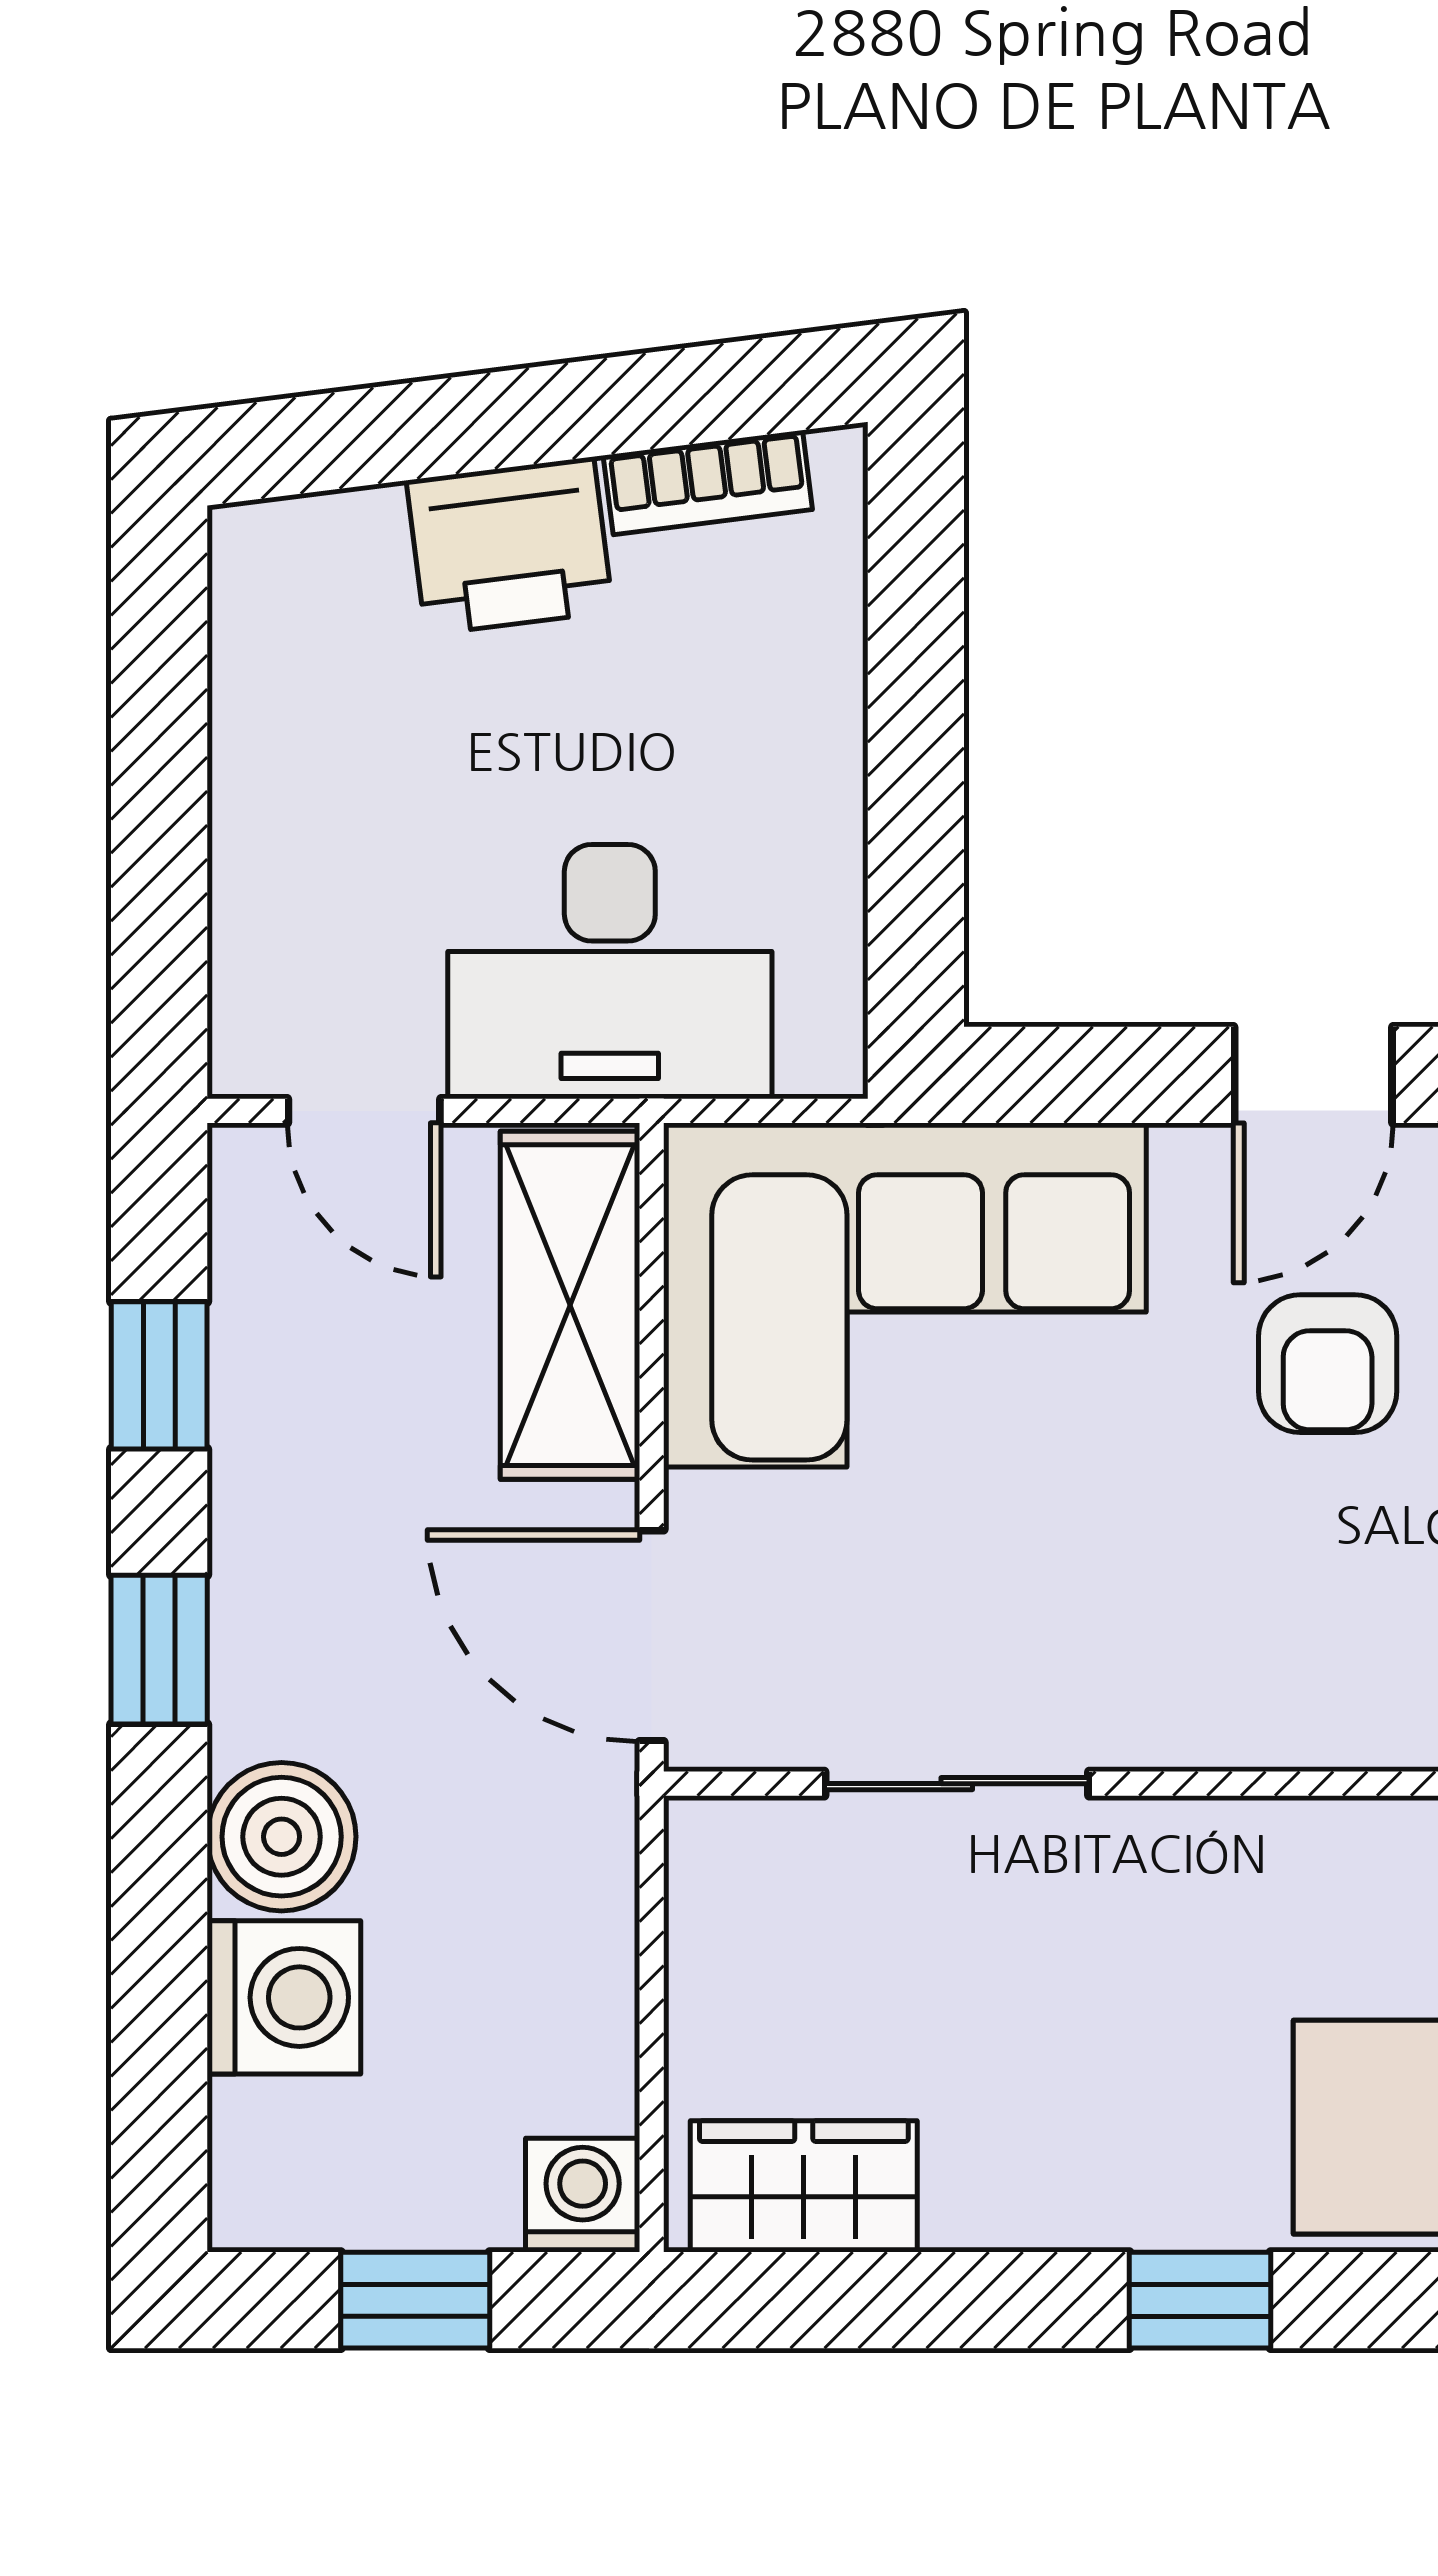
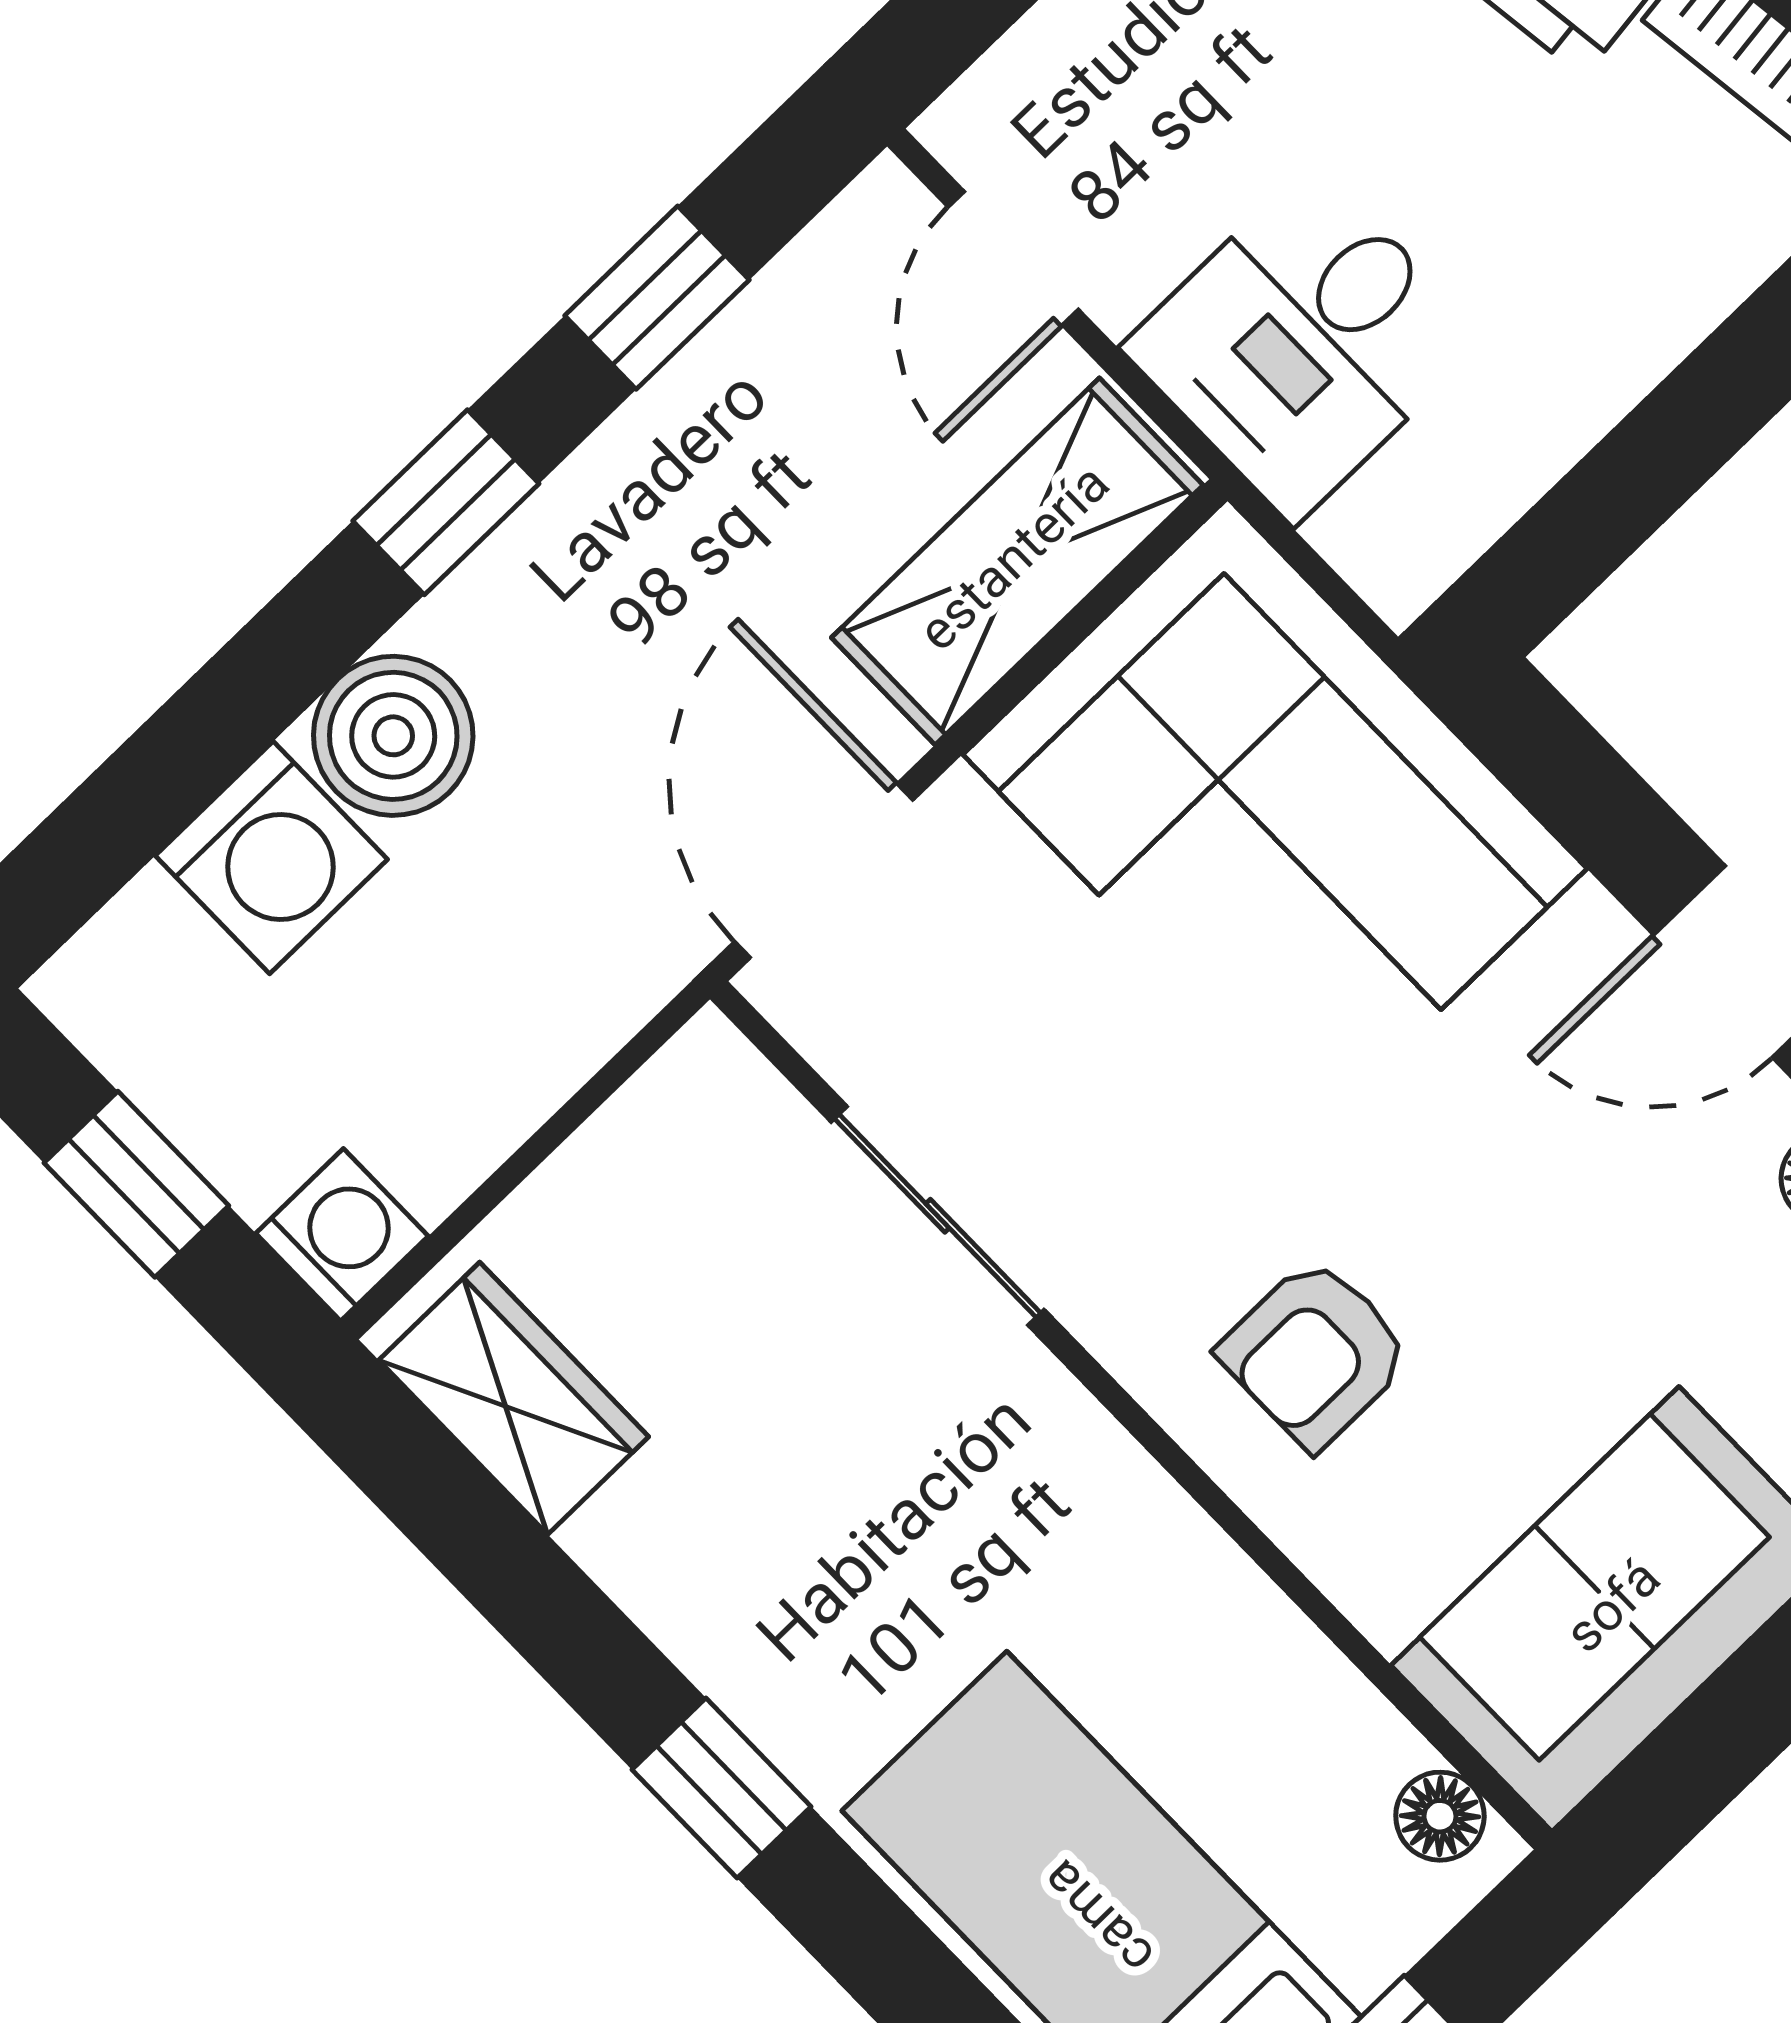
desk: (610, 972) -> (1304, 343), width x0.73
armchair: (1328, 1364) -> (1315, 1353), moved

